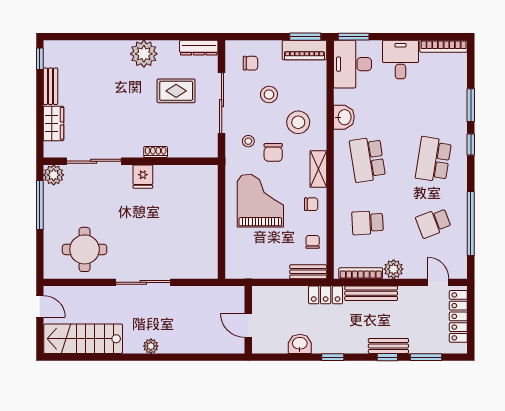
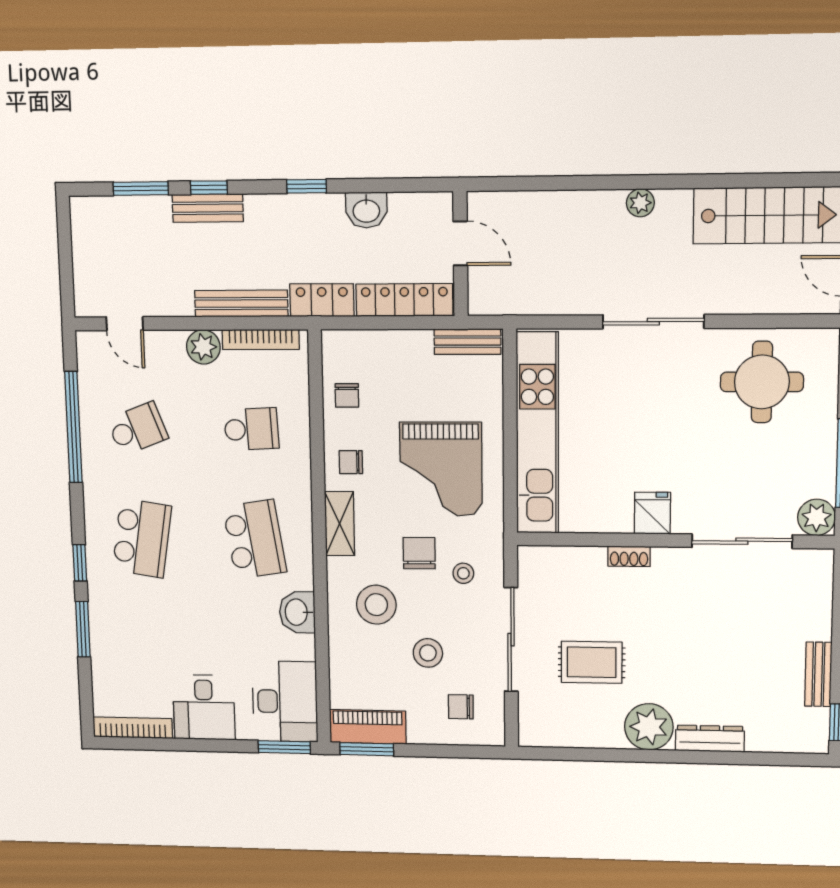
dresser: (199, 48) -> (710, 739), moved
wardrobe: (54, 123) -> (814, 609), removed
kitchen unit: (206, 221) -> (537, 433), added
bench: (308, 272) -> (467, 342), moved
locker: (458, 316) -> (404, 300), moved, turned -90

